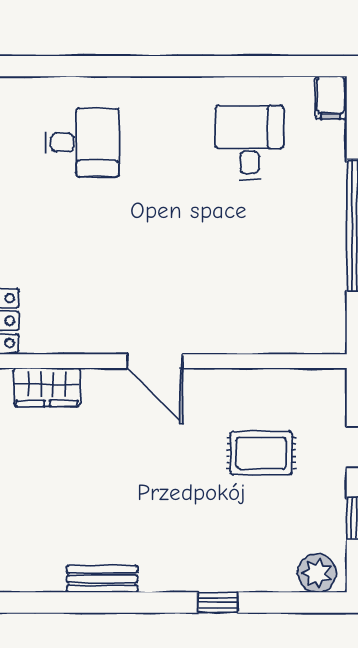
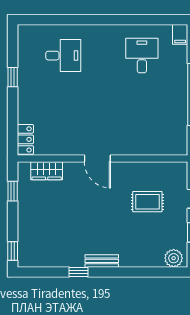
bench: (102, 579) -> (102, 261), moved
window: (218, 602) -> (78, 272), moved

